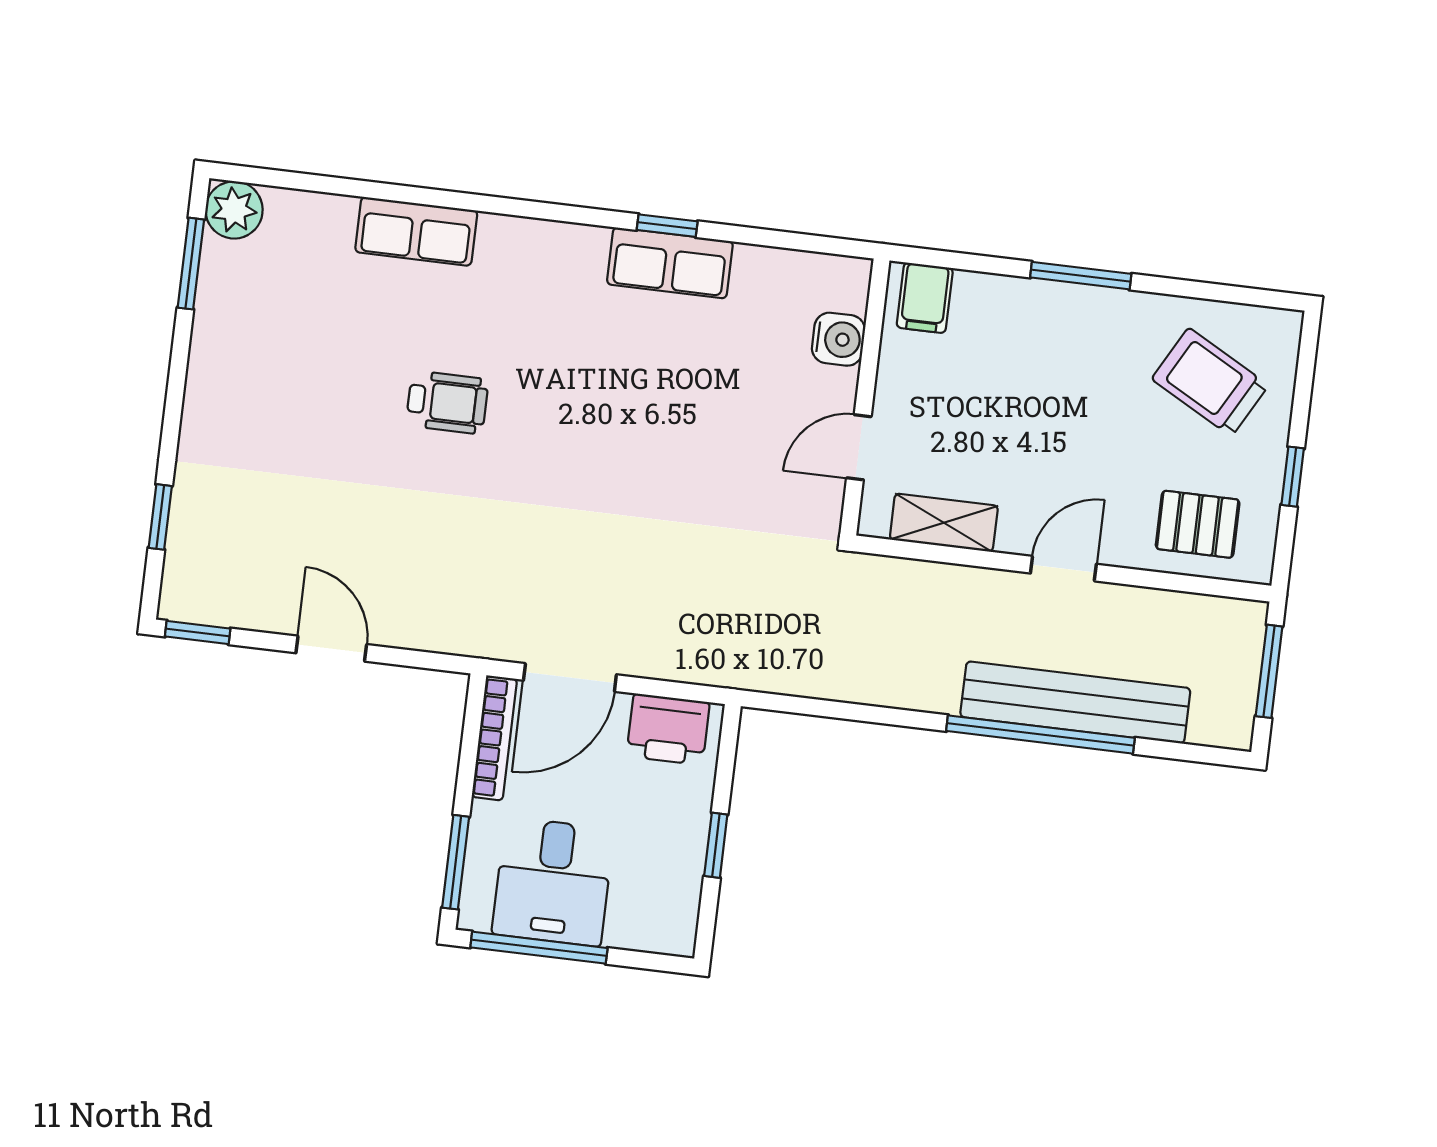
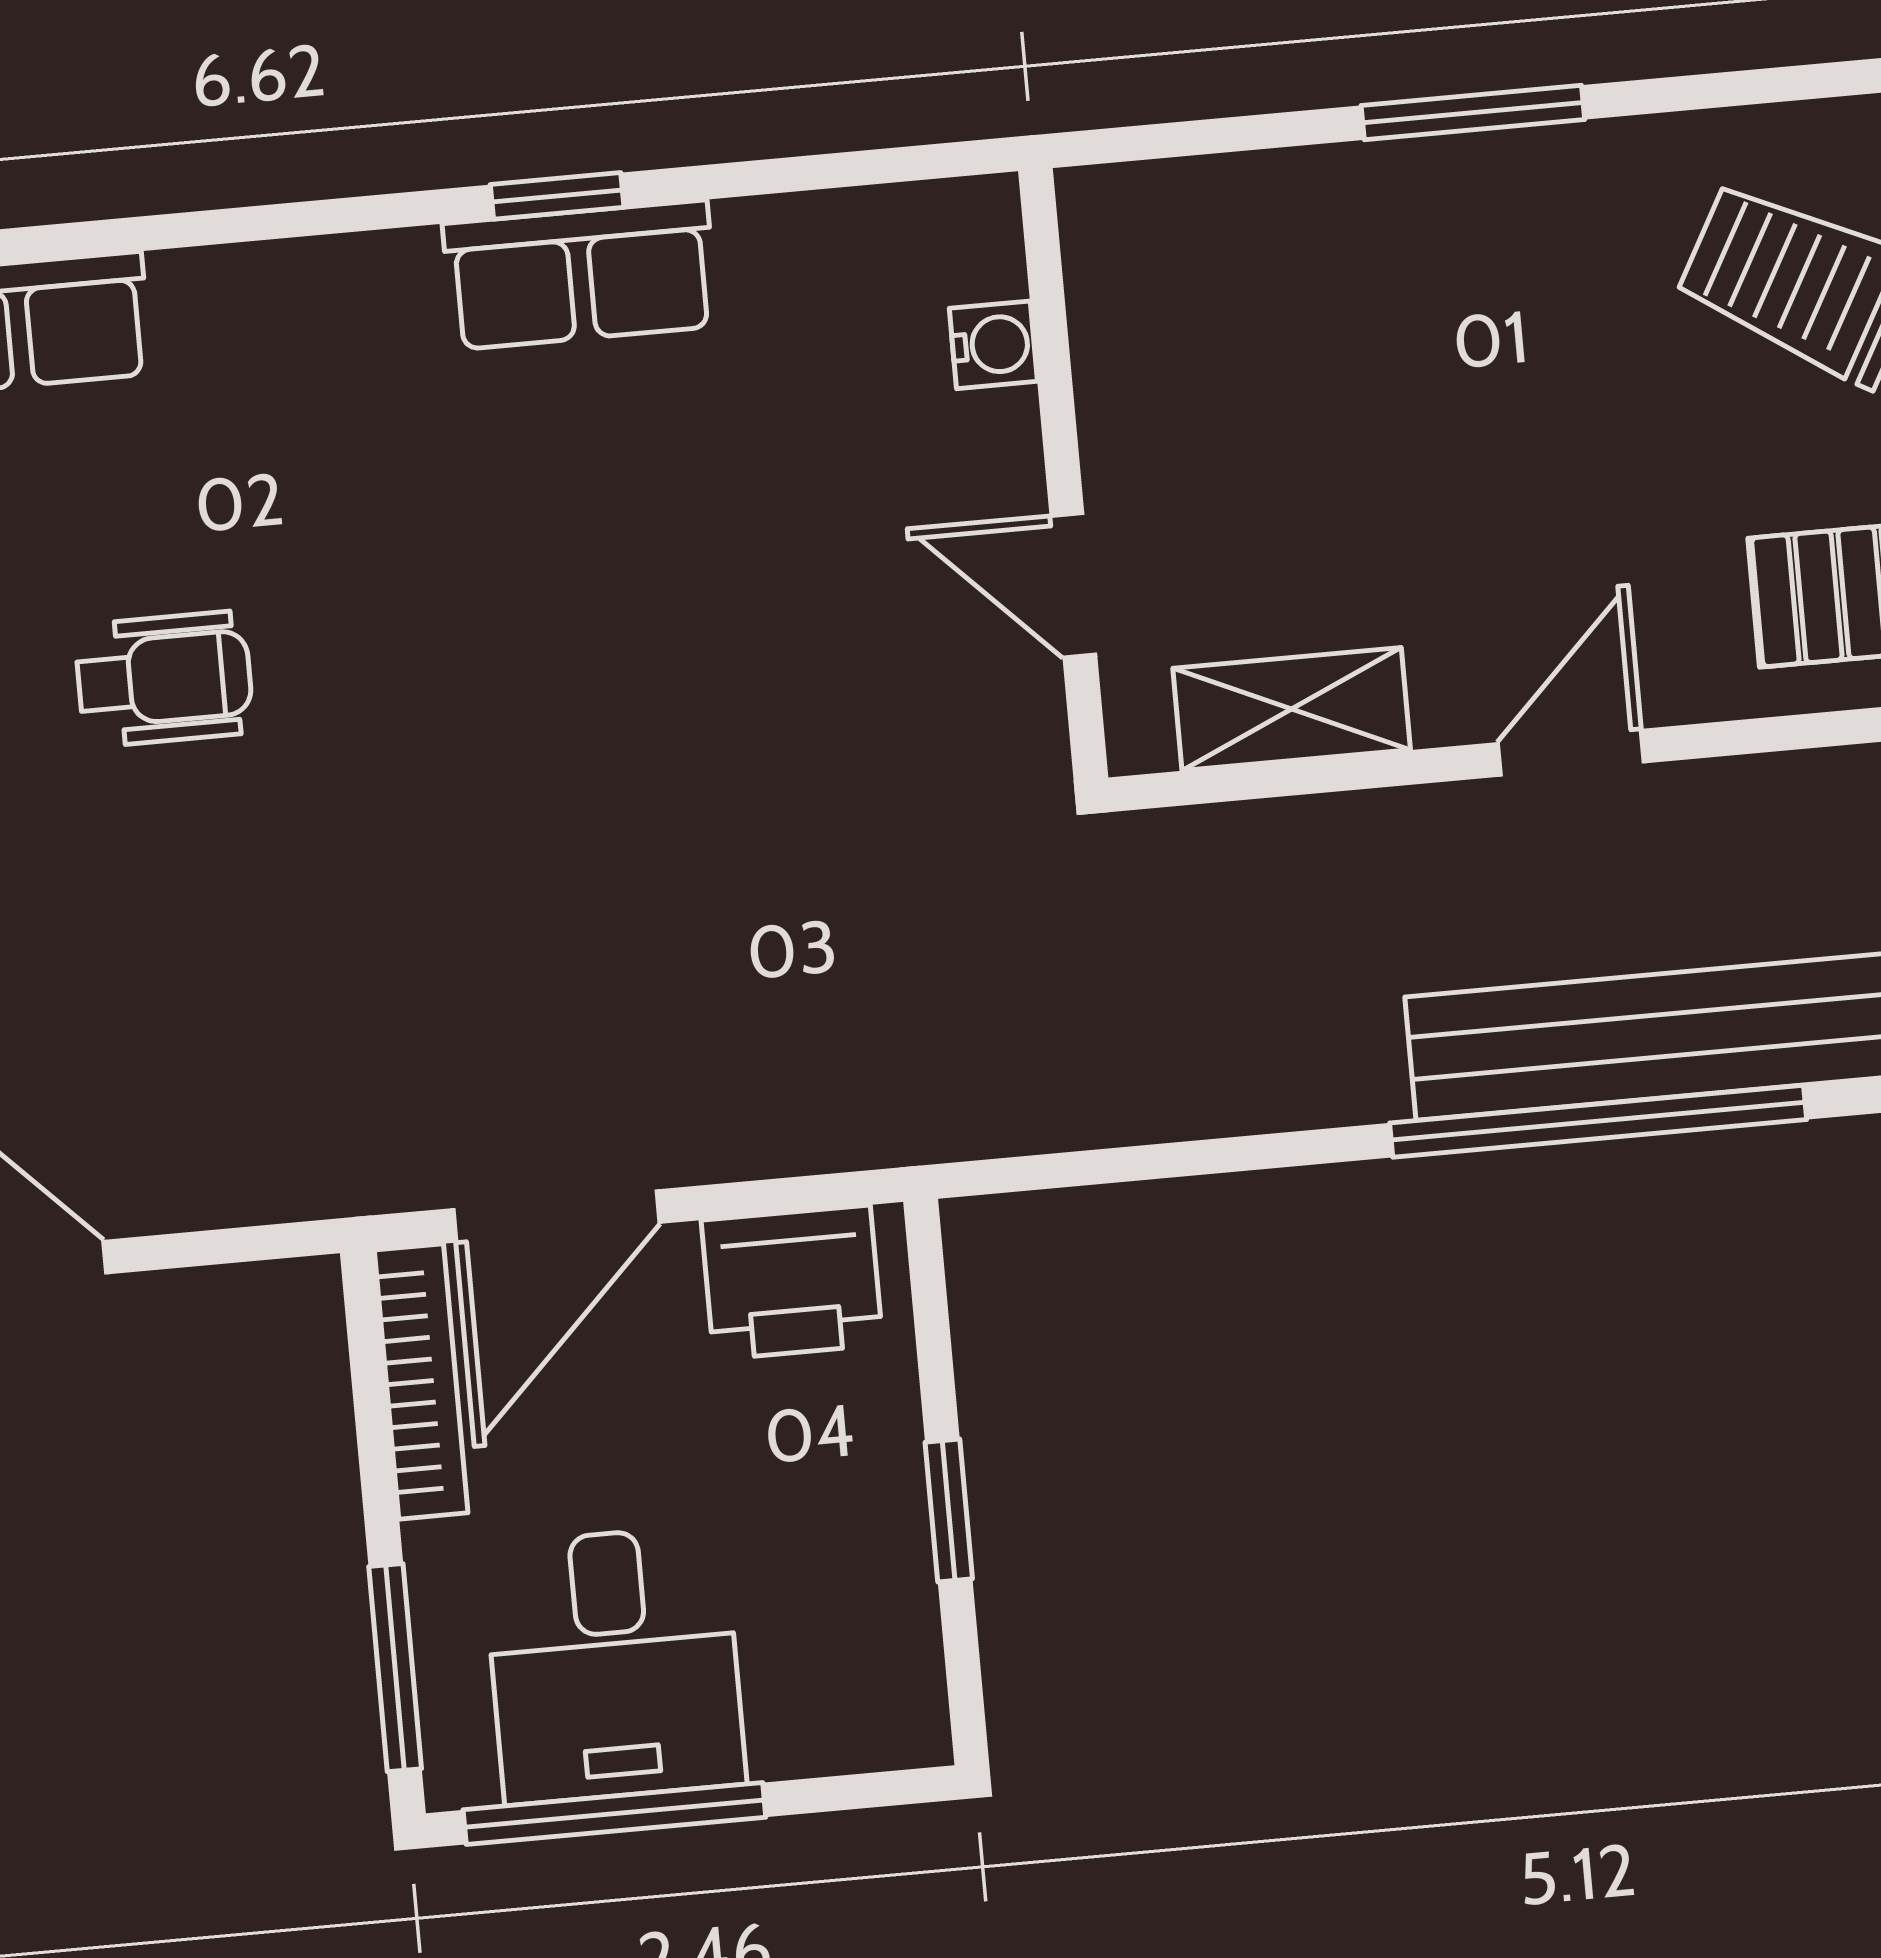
filing cabinet: (925, 298) -> (1146, 232), removed
water cooler: (838, 339) -> (993, 345), width x0.72, depth x0.72
door: (859, 447) -> (1073, 585), hinge flipped

